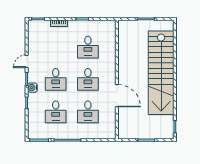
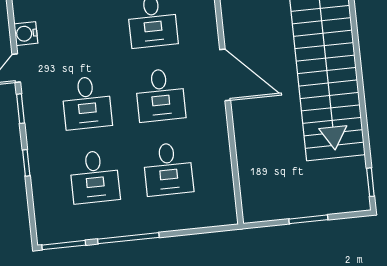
water cooler: (32, 88) -> (26, 34), moved
door: (117, 96) -> (225, 75), moved

